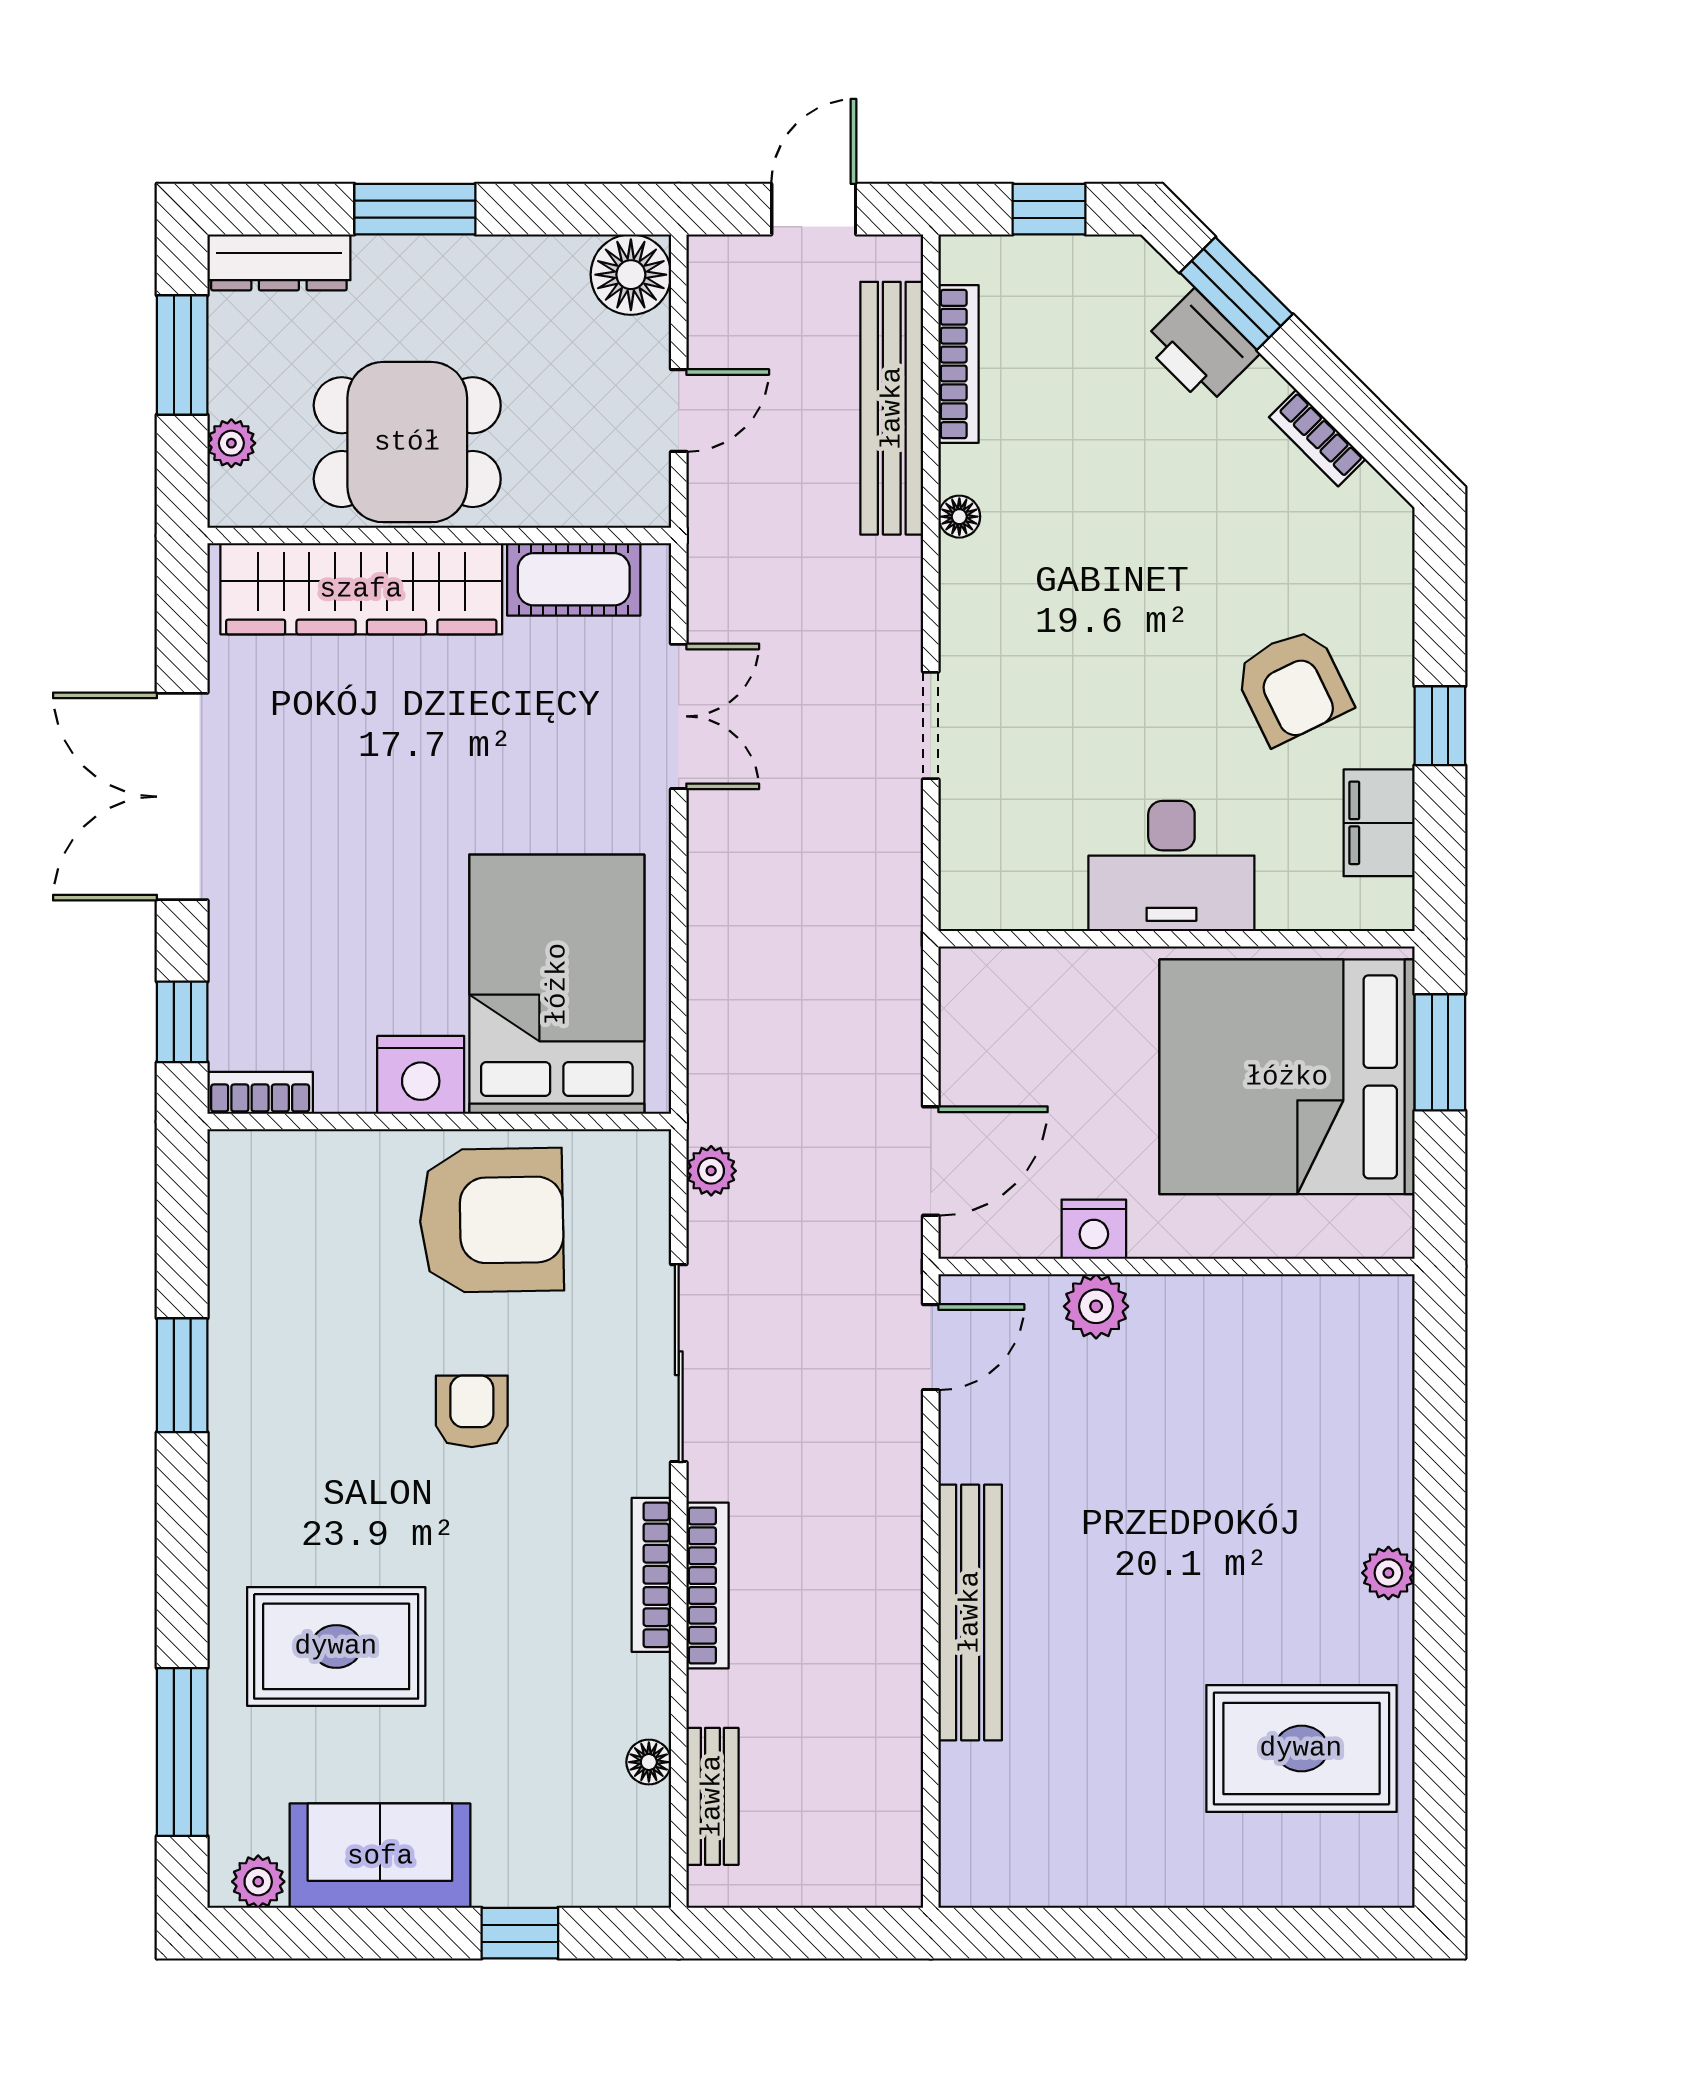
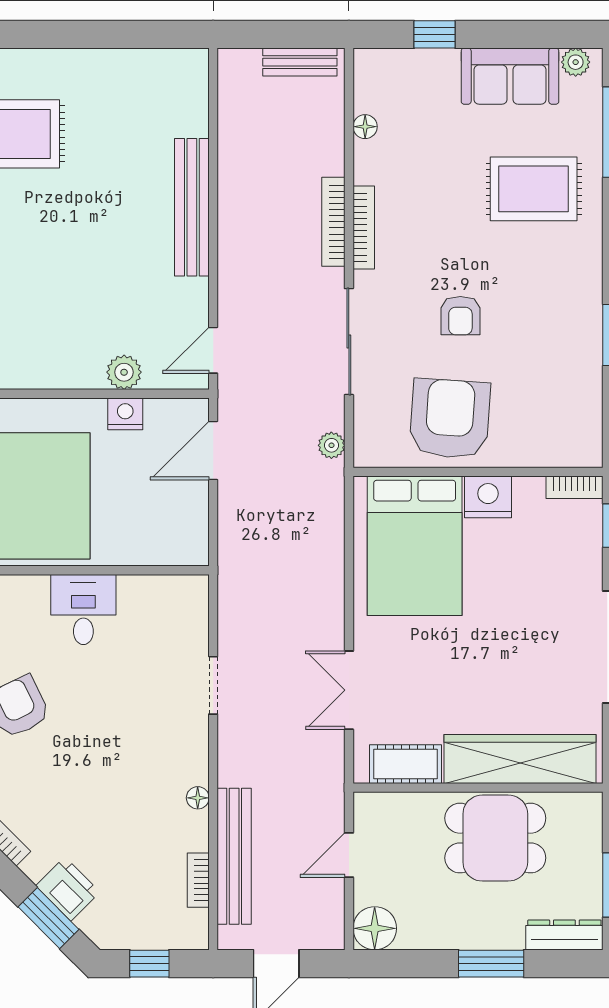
bookcase: (959, 364) -> (198, 880), width x0.64
plant: (231, 443) -> (590, 837), removed
desk: (1171, 866) -> (83, 610), width x0.73
armchair: (492, 1220) -> (450, 419), turned 95
bench: (712, 1796) -> (300, 62), moved, turned 90

